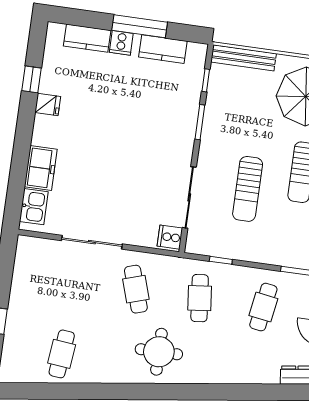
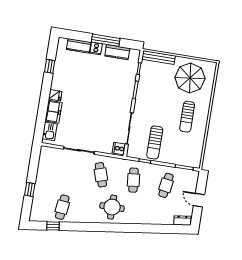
fridge: (48, 104) -> (55, 95), moved
sun lounger: (248, 189) -> (155, 142), moved
window: (44, 391) -> (53, 226), added

